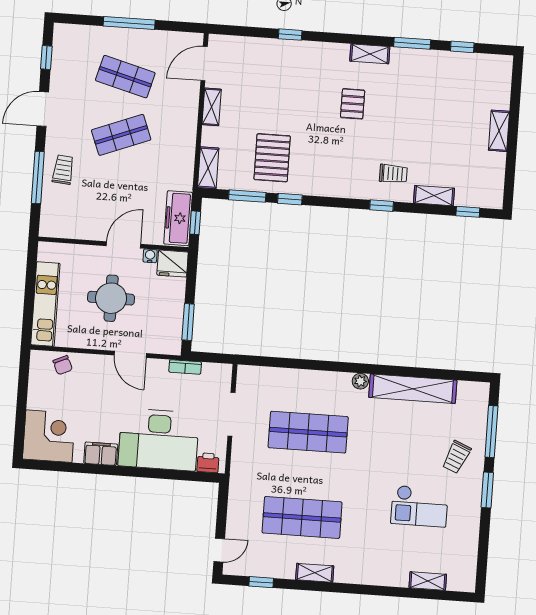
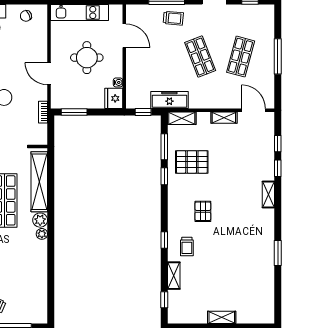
window: (462, 47) -> (278, 144), moved
shelving: (370, 54) -> (268, 194), moved
pallet: (353, 104) -> (203, 211), moved, turned 90
freezer: (178, 218) -> (169, 100), moved
door: (123, 245) -> (124, 36), moved
door: (130, 354) -> (49, 74), hinge flipped
chair: (63, 365) -> (26, 16), moved
plant: (340, 382) -> (40, 220), added
shelving: (413, 389) -> (39, 182), moved

